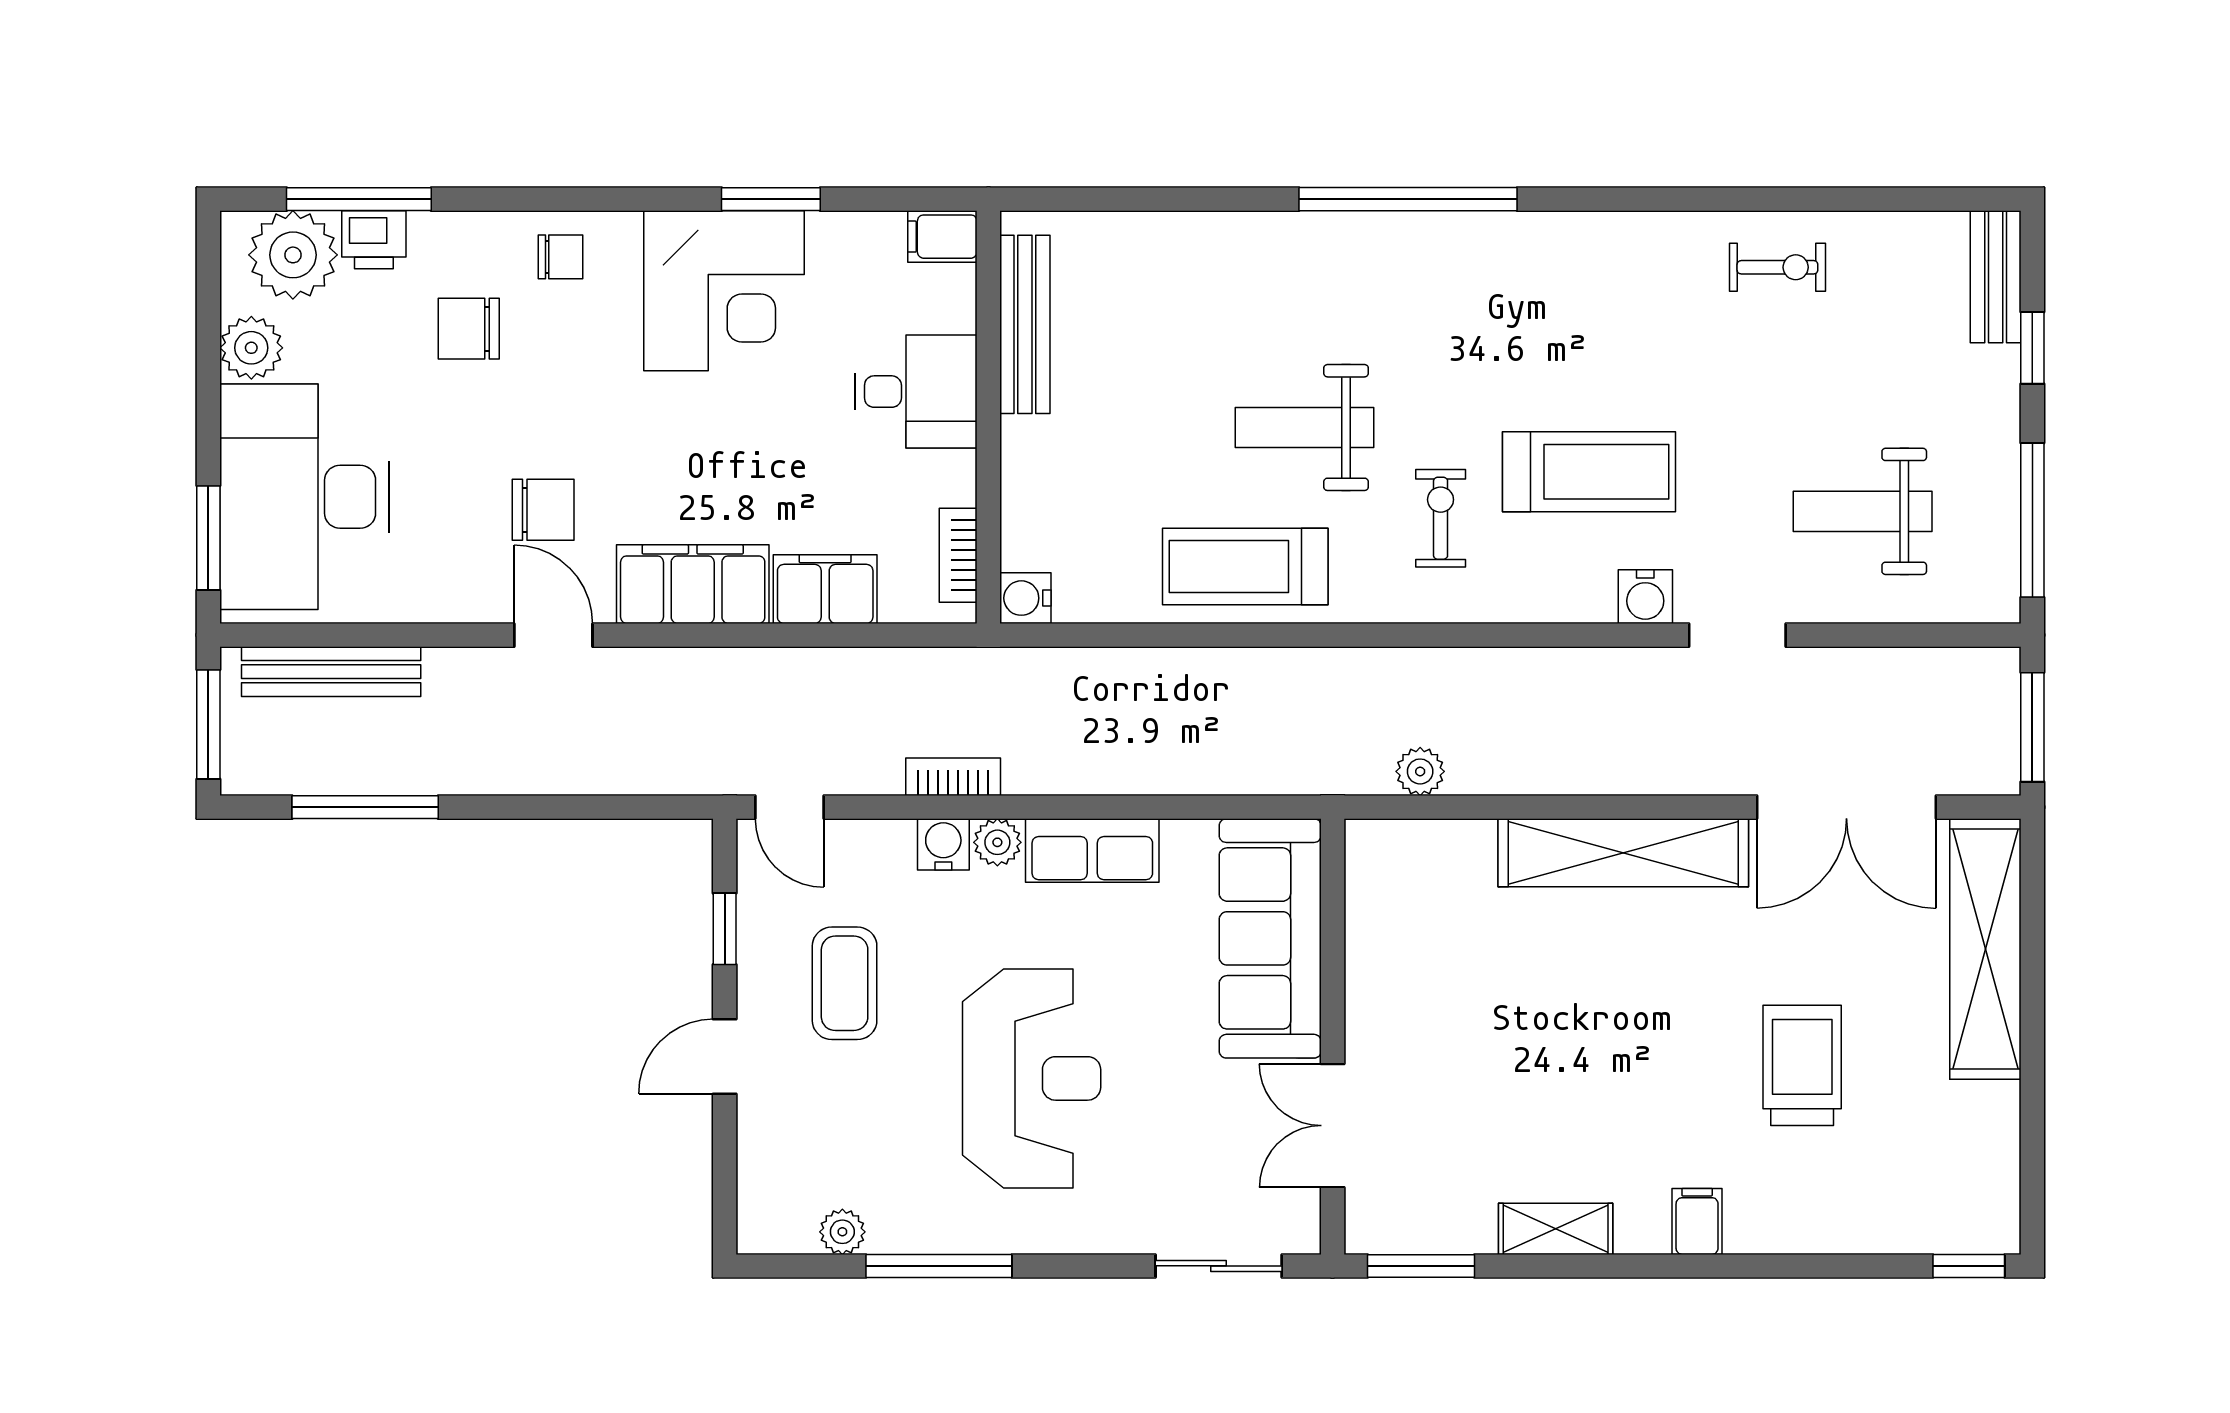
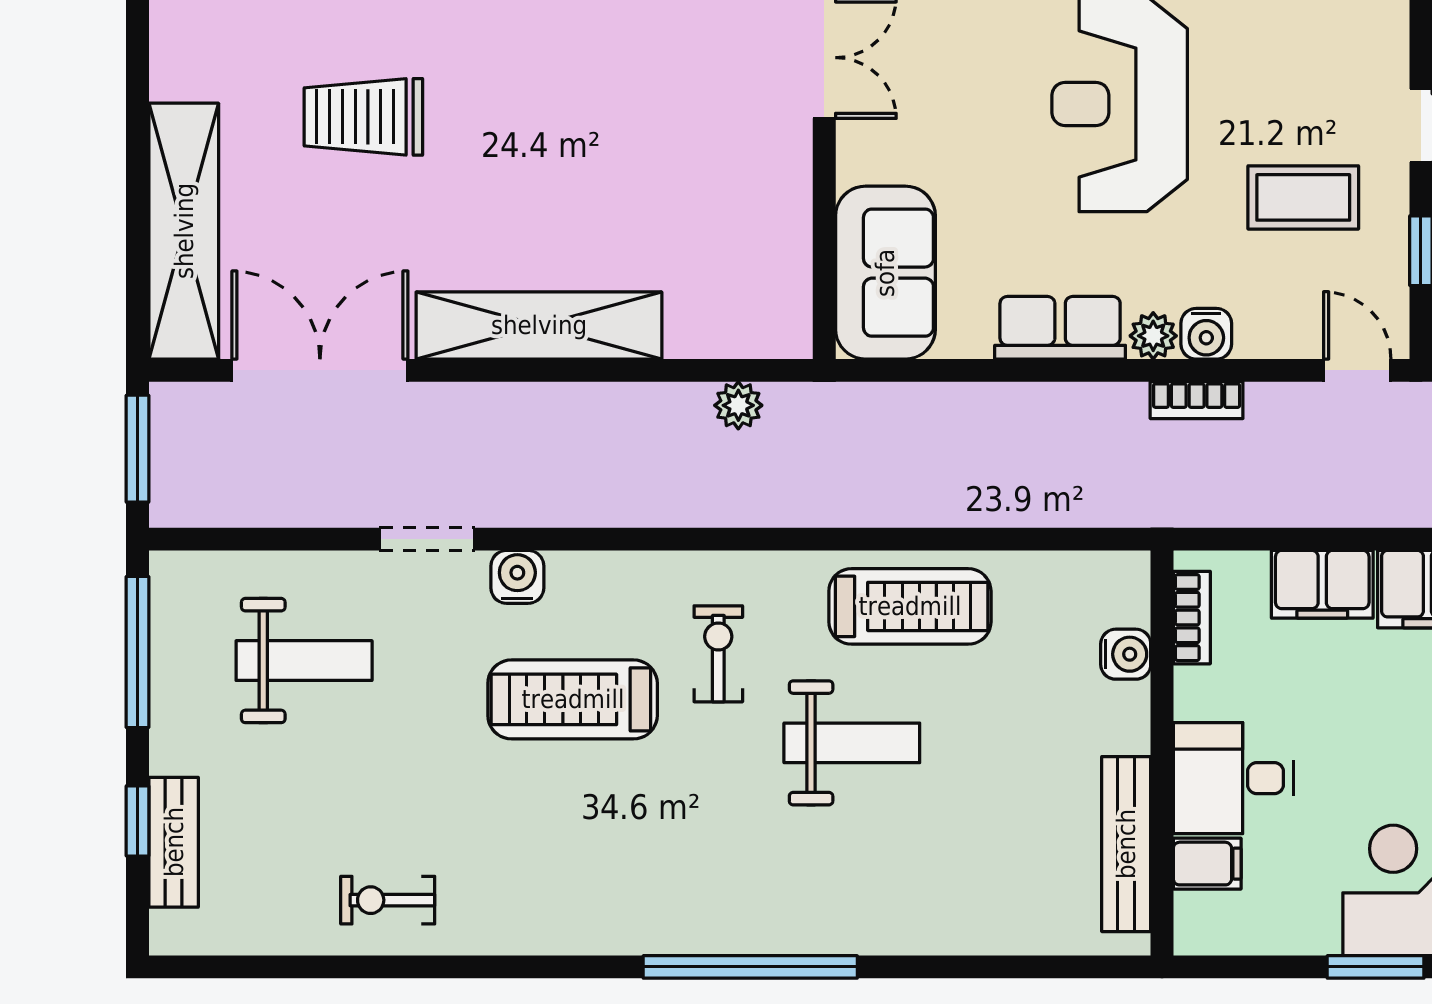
filing cabinet: (942, 237) -> (1207, 864), moved
bench: (1996, 277) -> (174, 842), moved
exercise bike: (1441, 518) -> (718, 654), turned 180
water cooler: (1025, 598) -> (1126, 654), moved
sofa: (1270, 938) -> (885, 273), width x0.73
coffee table: (845, 983) -> (1303, 197), turned 90
trolley: (1802, 1065) -> (363, 117), turned 90

